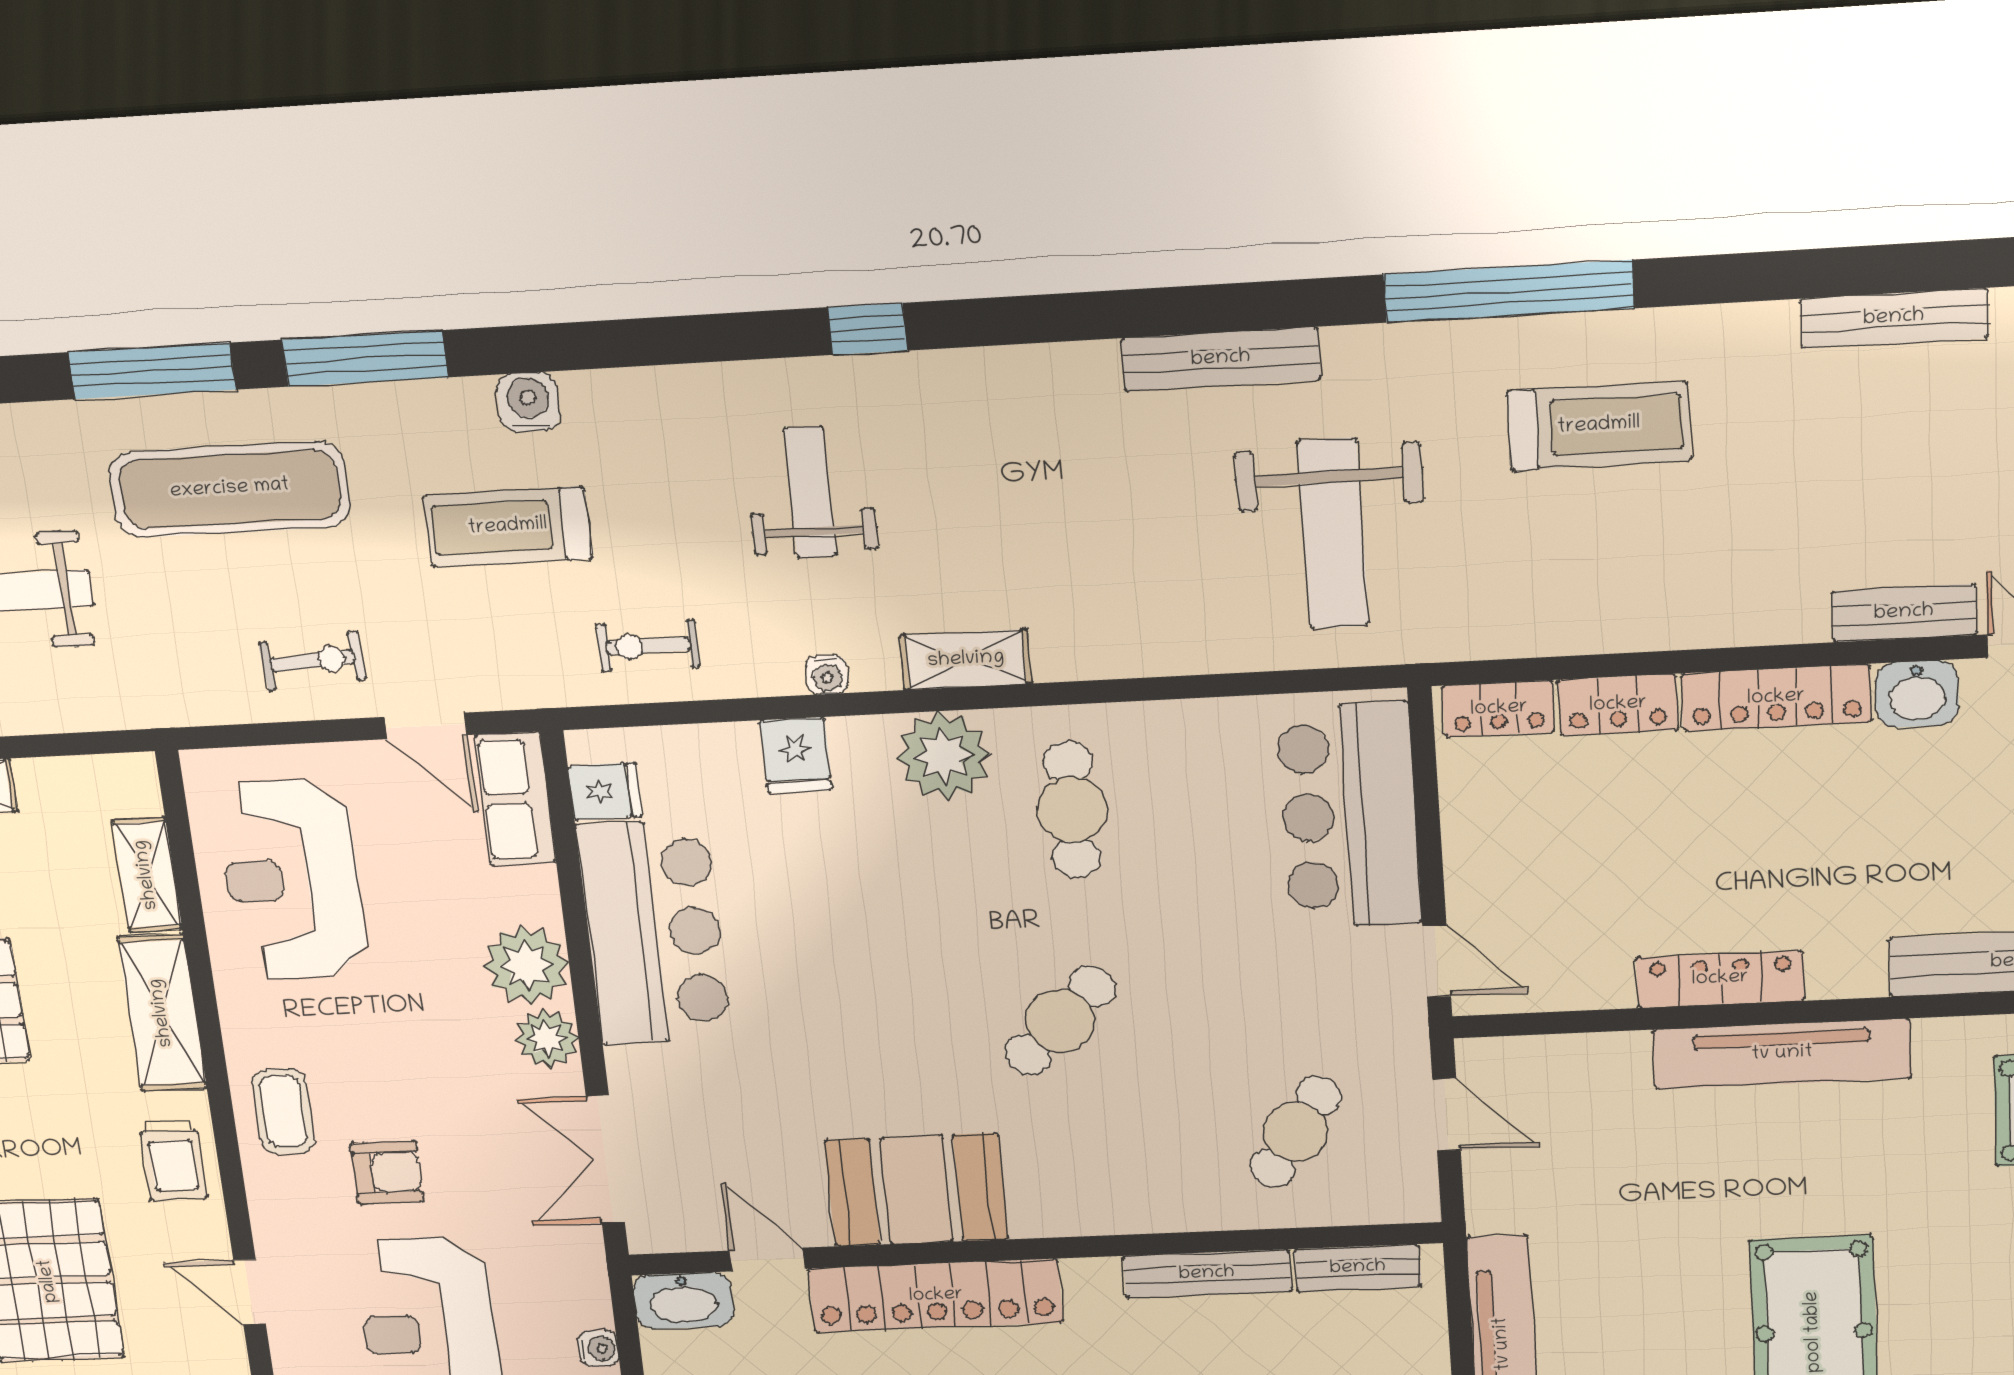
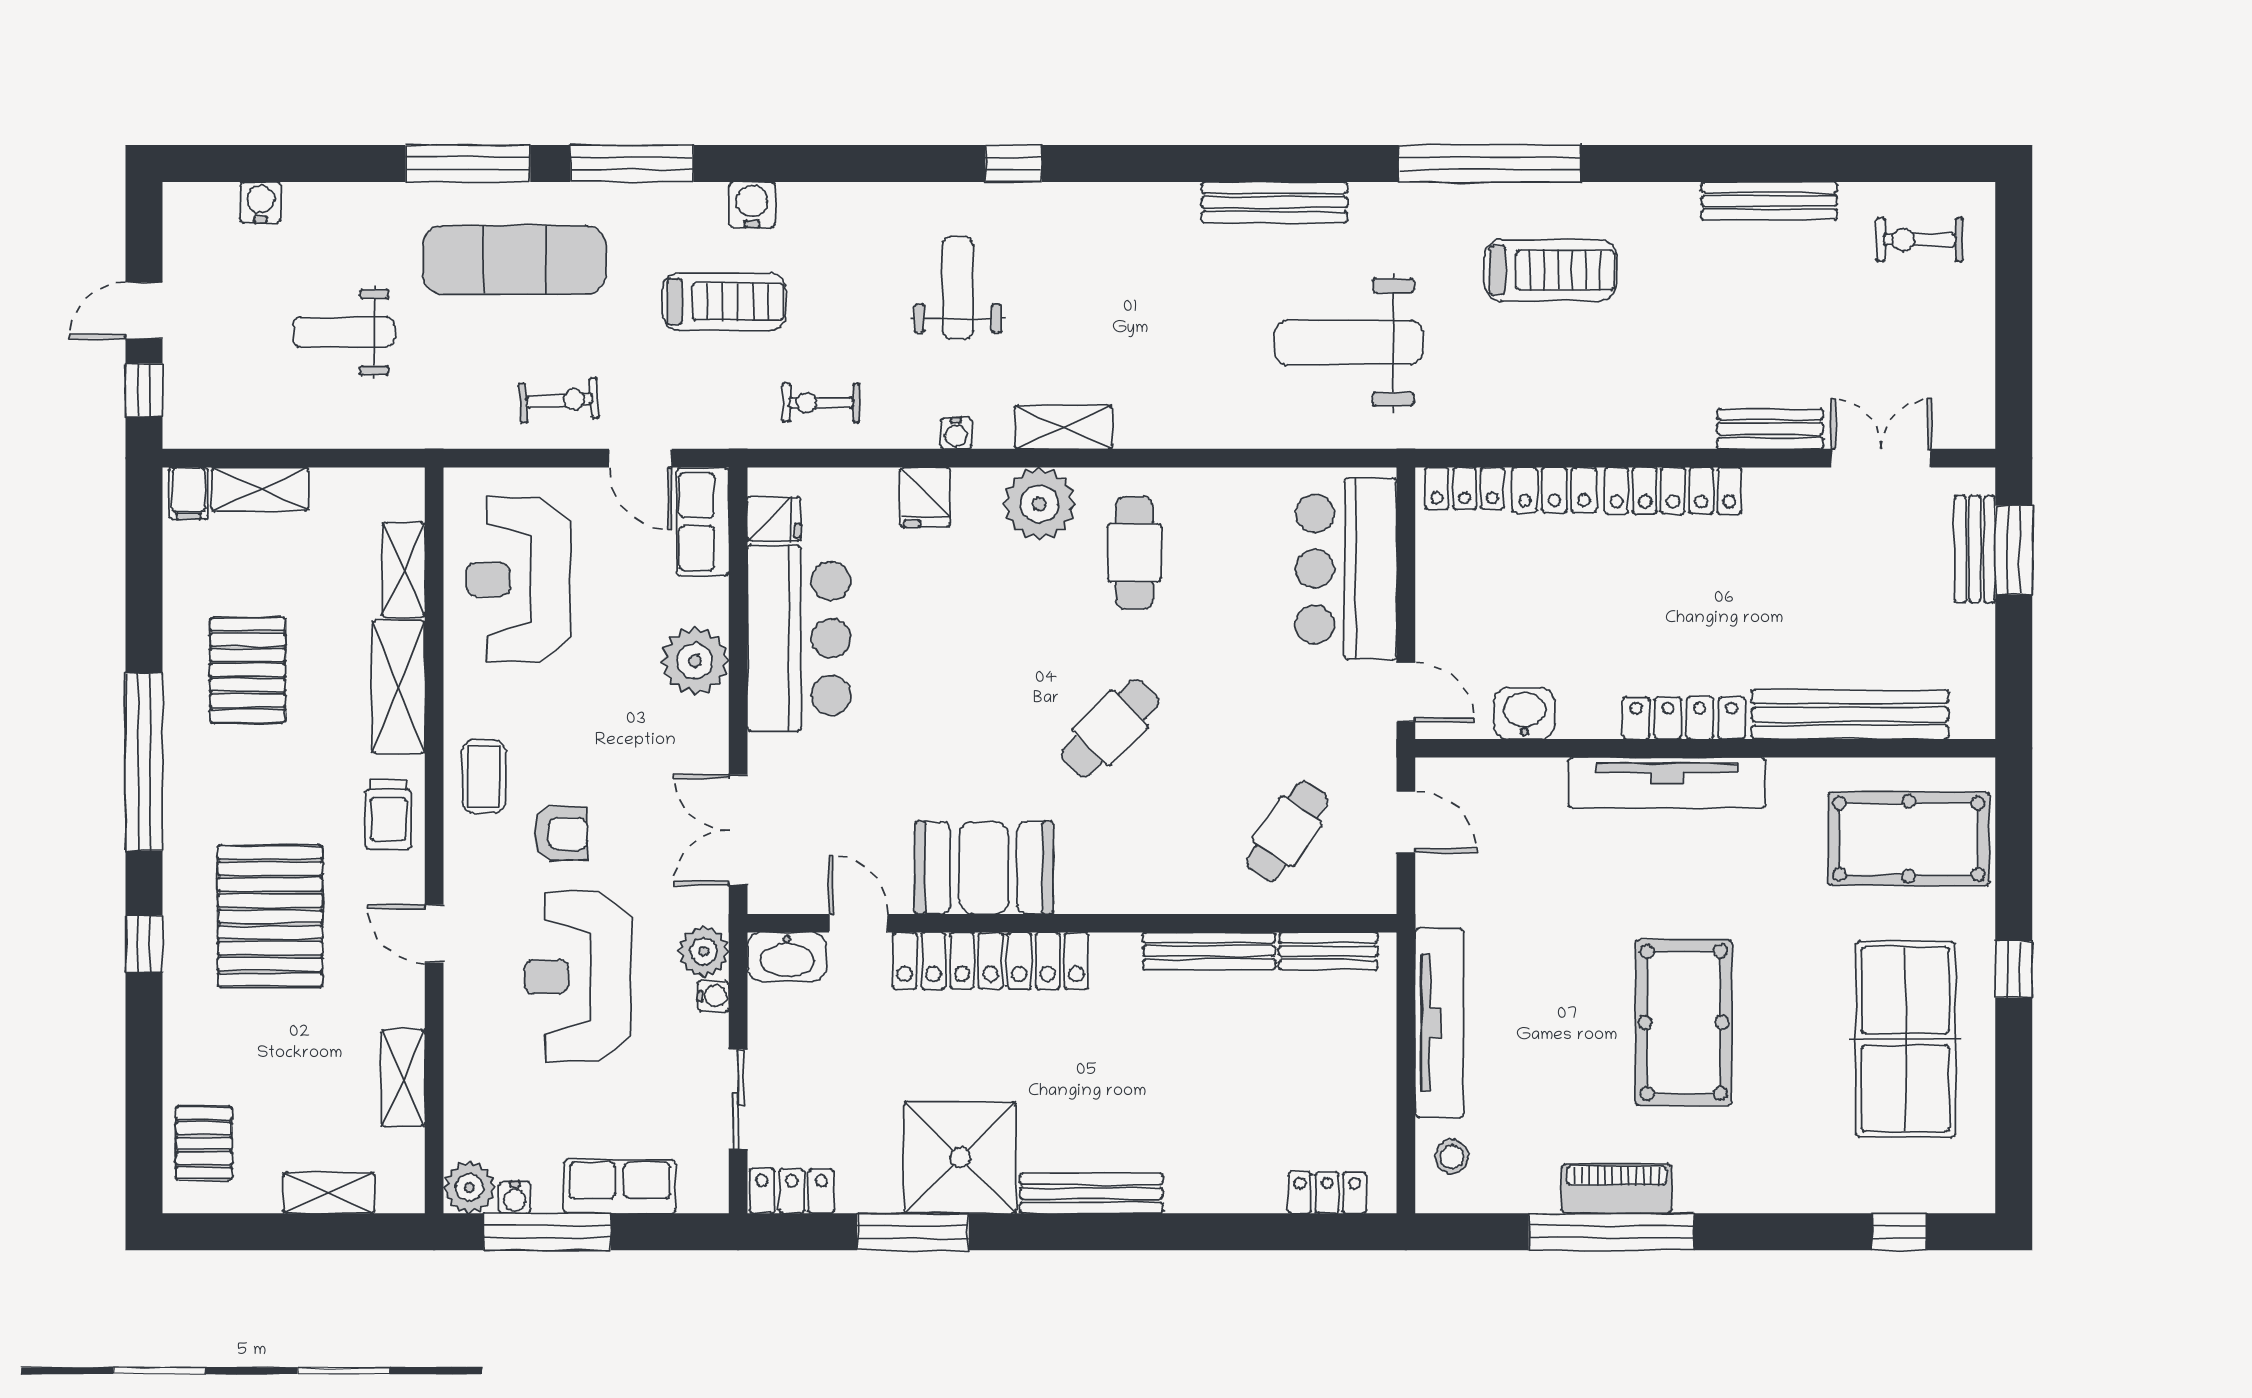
treadmill: (508, 527) -> (724, 302), turned 180
weight bench: (1333, 534) -> (1349, 342), turned 90
washbasin: (1917, 694) -> (1524, 713), moved, turned 180
locker: (1720, 979) -> (1684, 718), moved
plant: (547, 1039) -> (704, 952), moved

